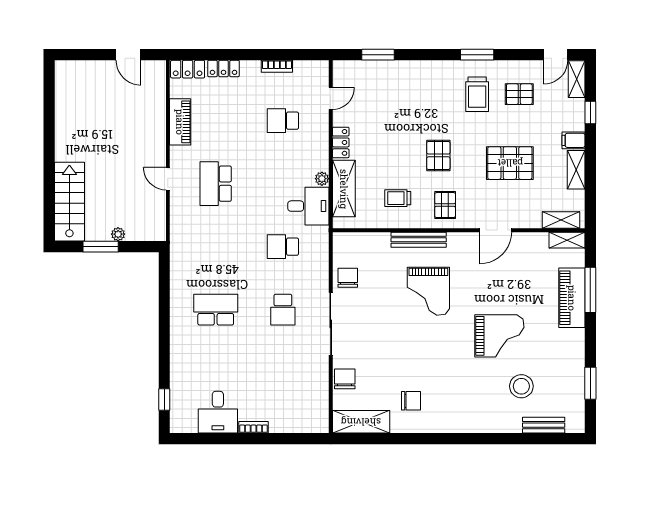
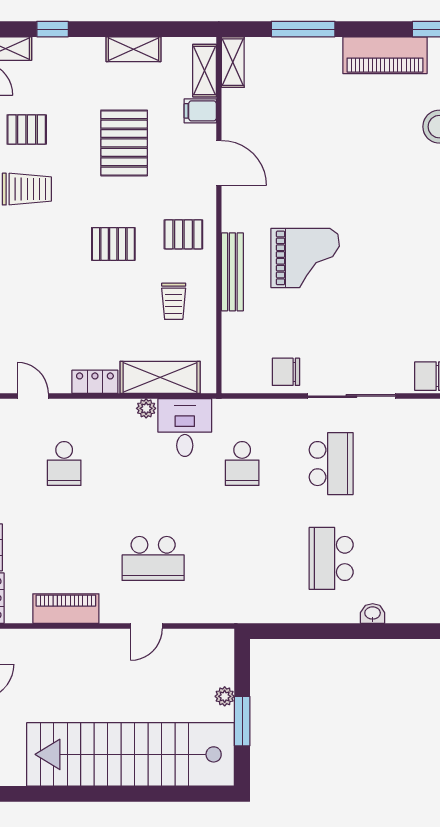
pallet: (519, 94) -> (27, 130), turned 90
filing cabinet: (574, 140) -> (200, 111), moved, turned 90
stairs: (69, 202) -> (131, 754), width x1.86, depth x1.51
piano: (572, 298) -> (385, 55), moved
school desk: (283, 310) -> (331, 464), width x1.85
grand piano: (499, 336) -> (368, 158), removed
washbasin: (177, 339) -> (373, 614), added

